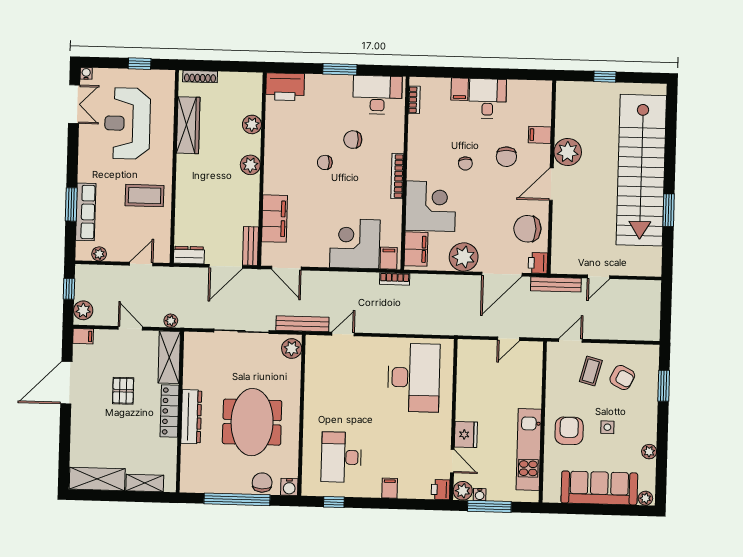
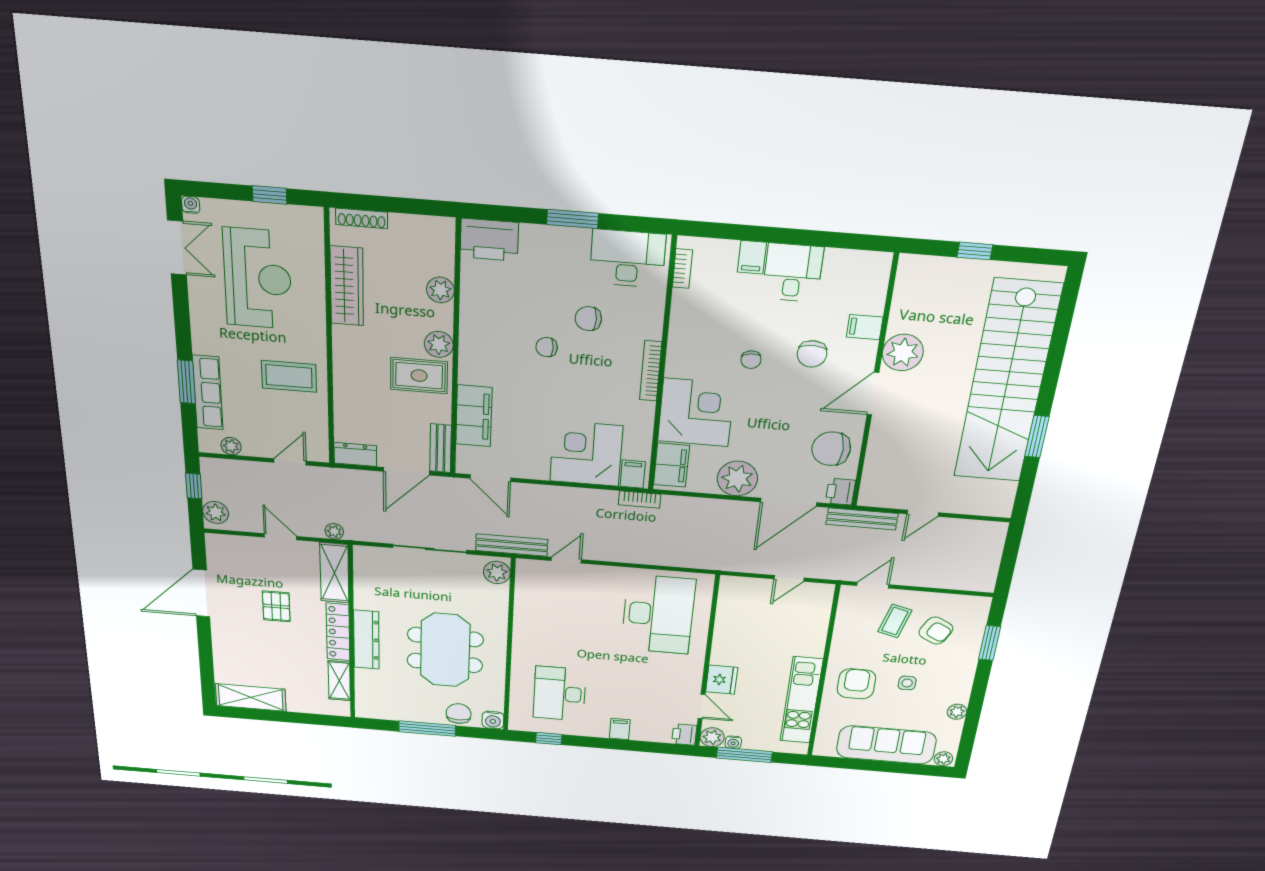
reception desk: (127, 123) -> (258, 279), turned 180
rug: (236, 189) -> (419, 376), added
filing cabinet: (83, 336) -> (218, 542), removed
shelving: (145, 483) -> (339, 681), moved, turned 90
window: (237, 499) -> (427, 729), width x0.68

